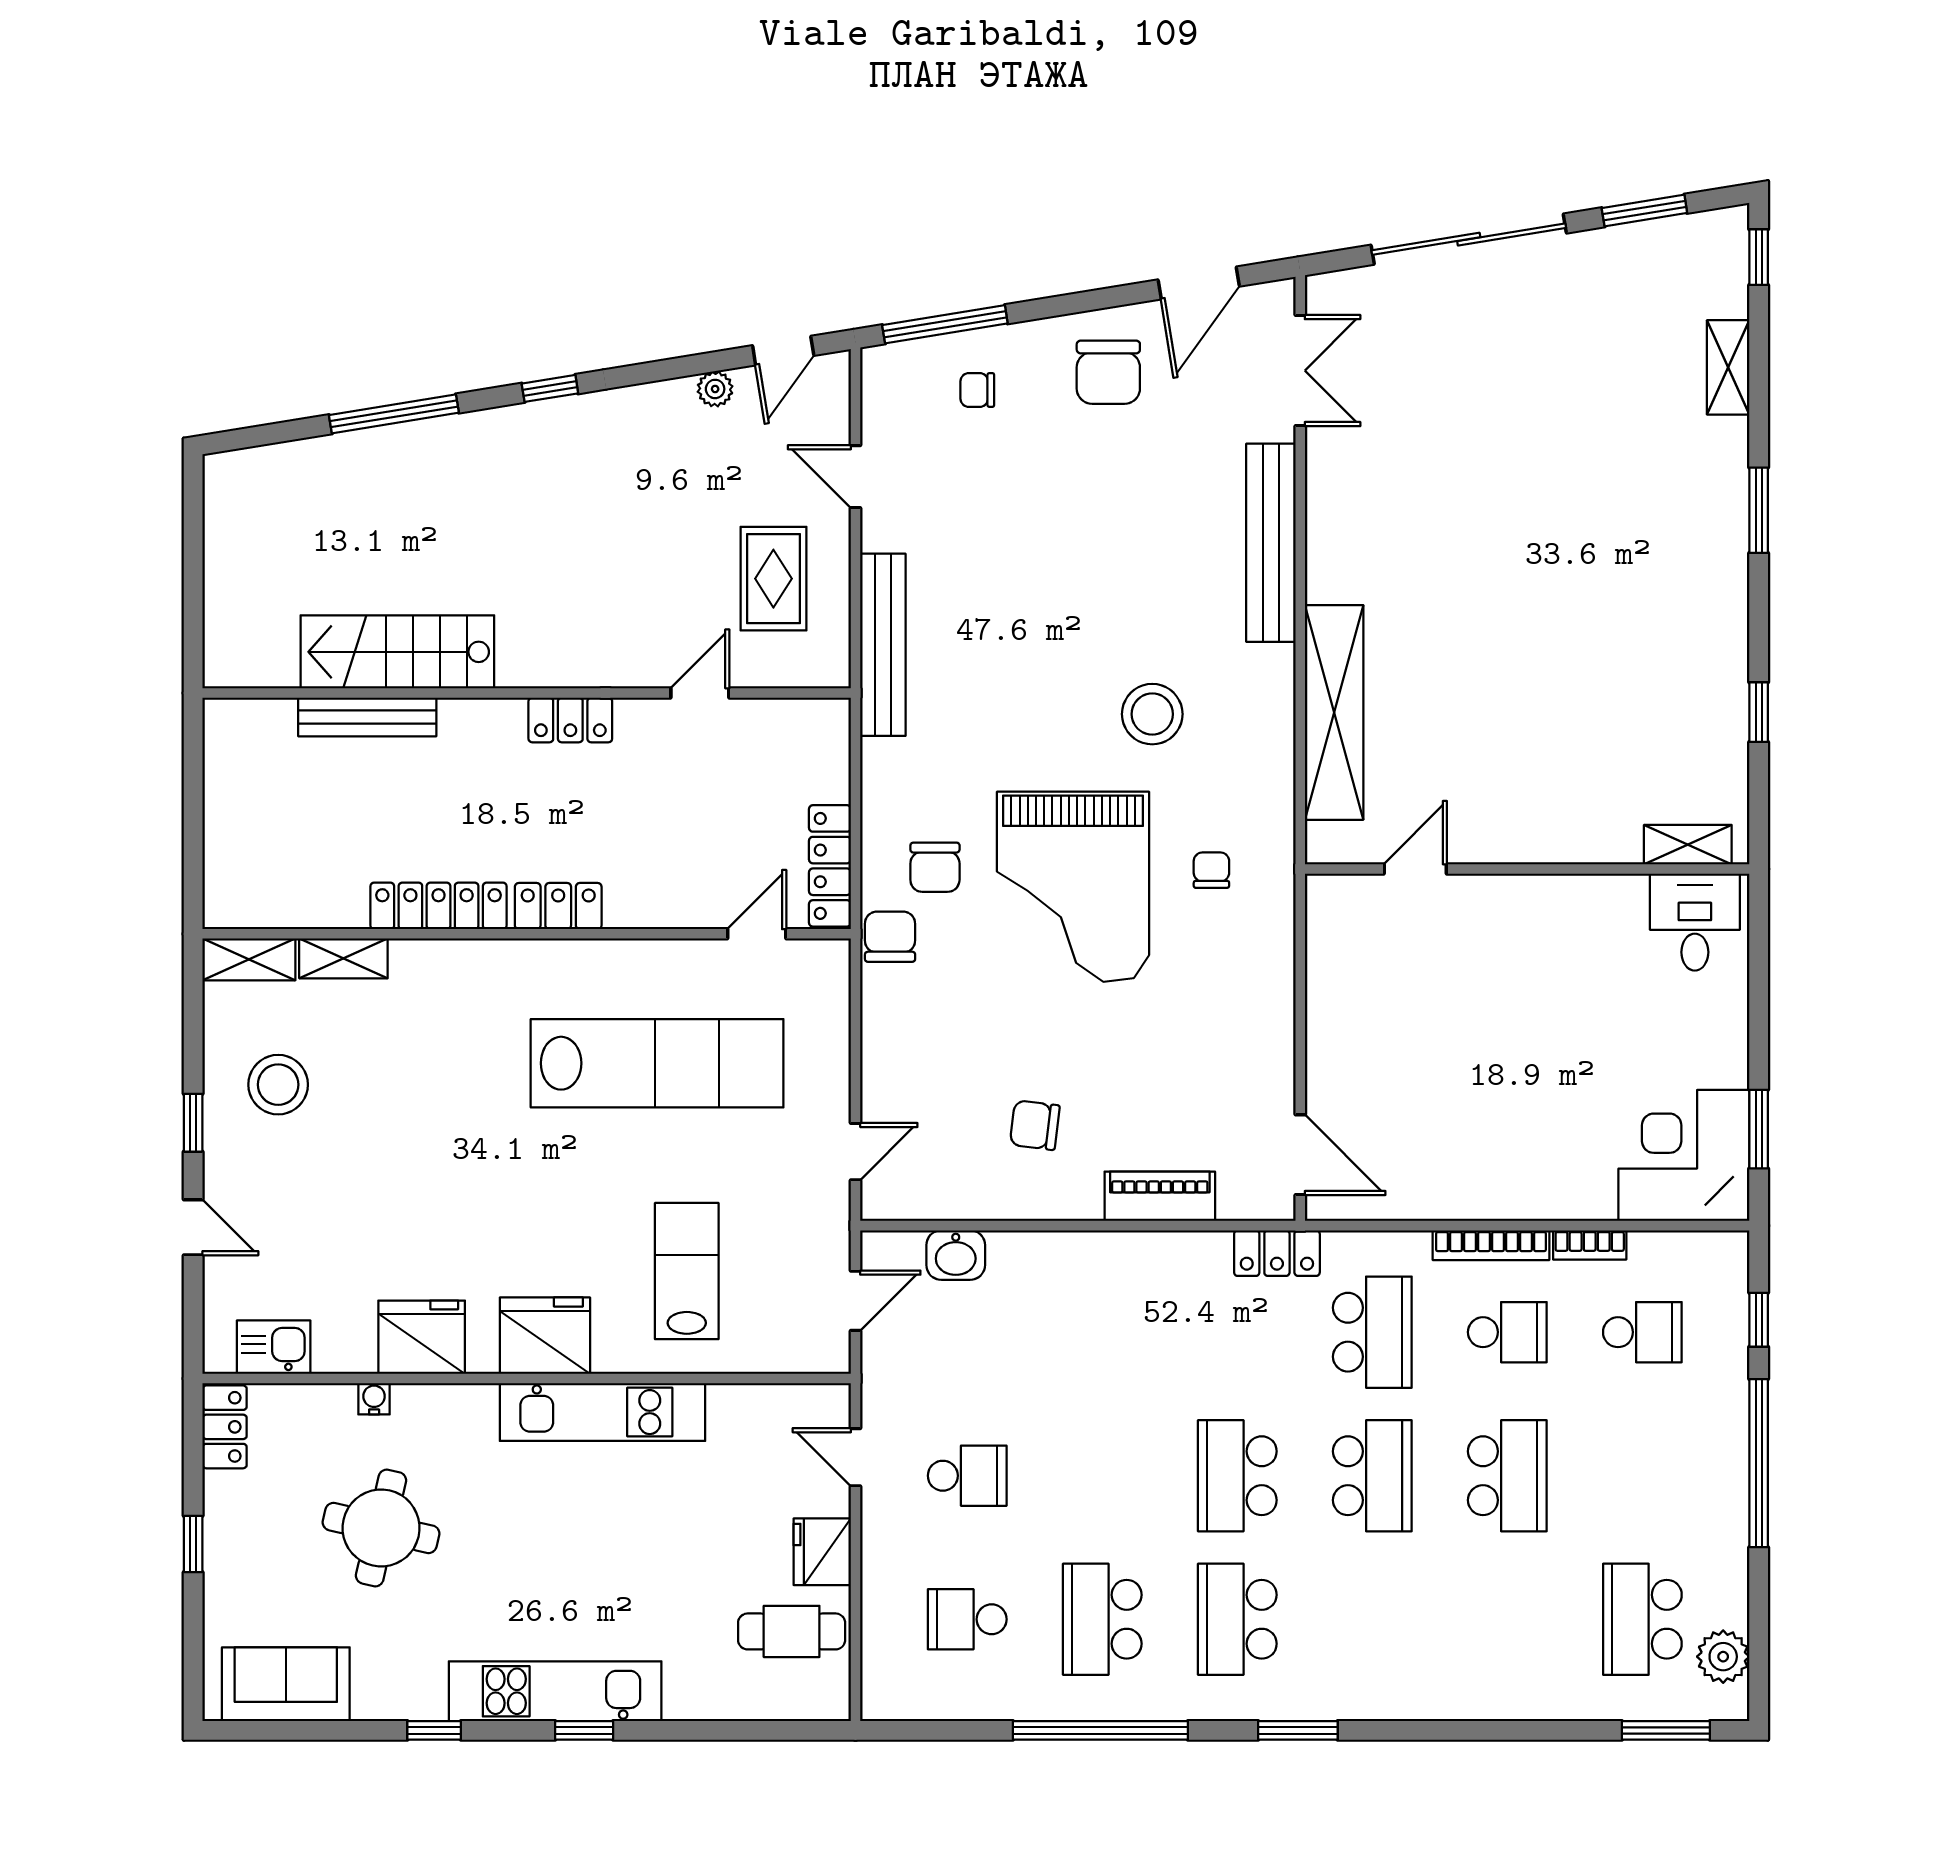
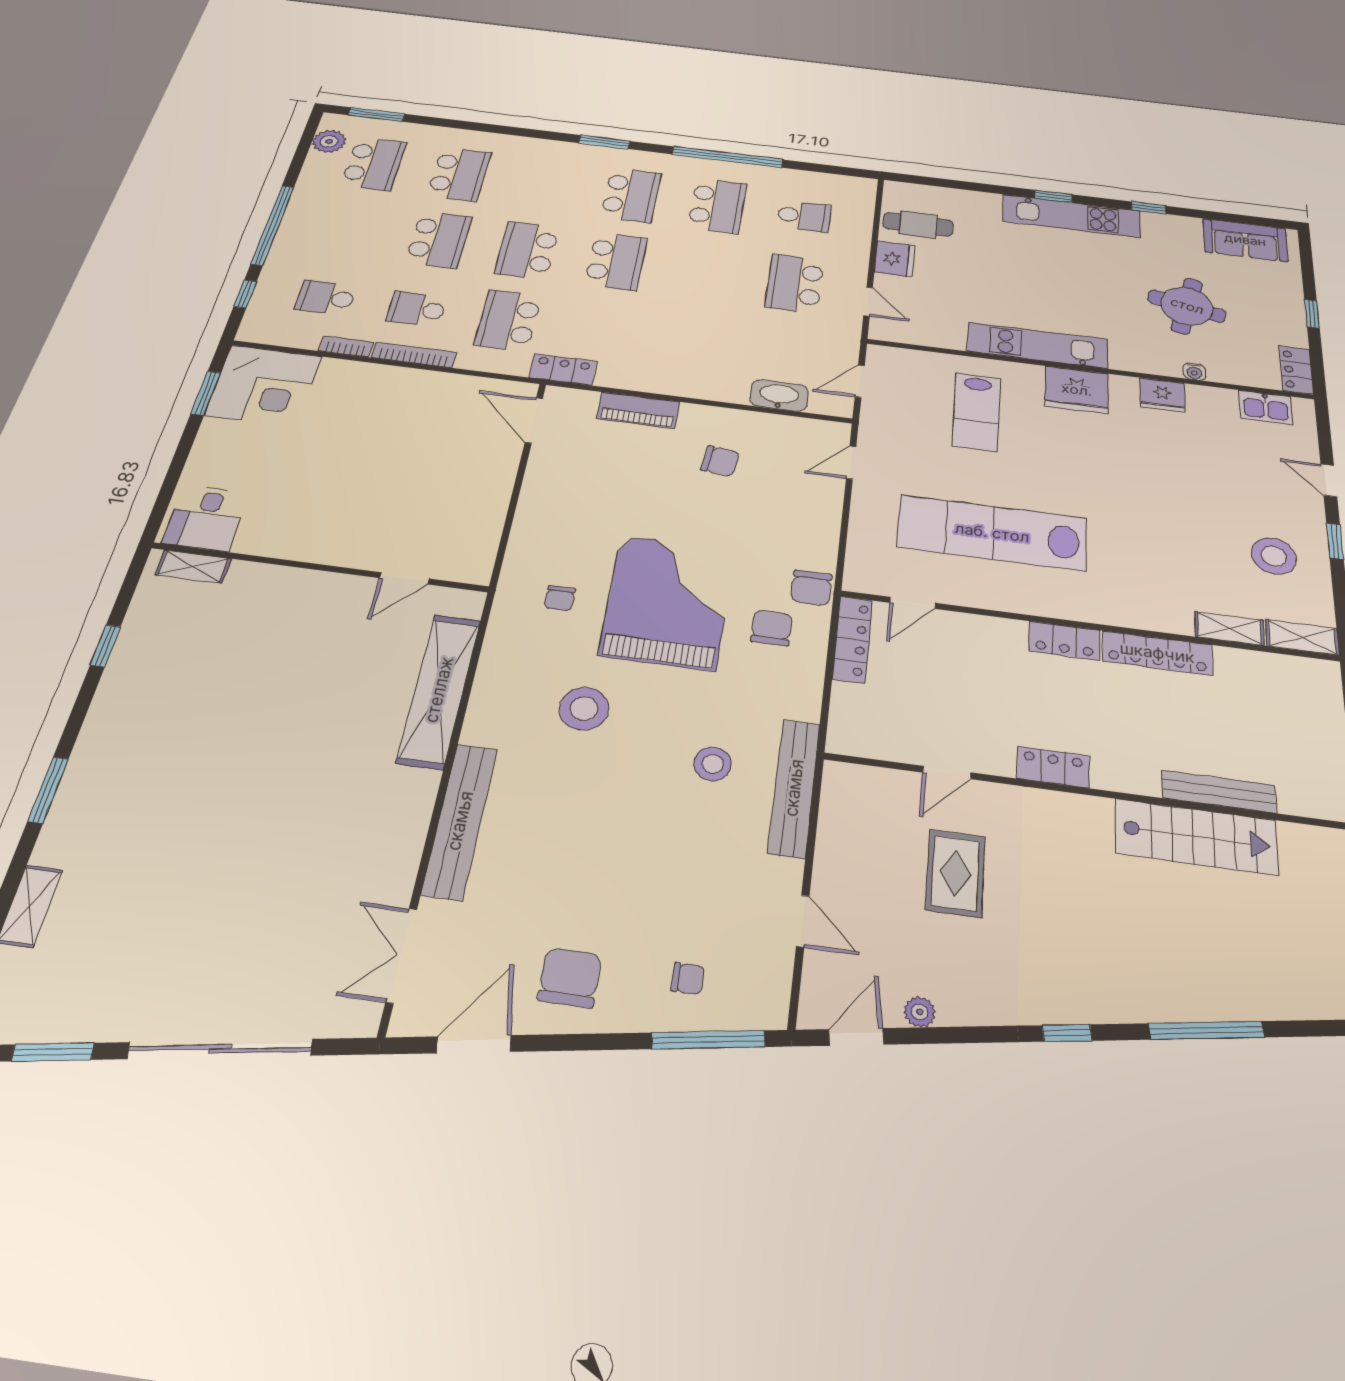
rug: (773, 579) -> (955, 873), moved
stool: (985, 662) -> (713, 764), added
washbasin: (956, 1255) -> (779, 396), width x1.38
fridge: (422, 1337) -> (1162, 395), width x0.73, depth x0.75
school desk: (967, 1476) -> (795, 283), width x1.85
school desk: (1507, 1476) -> (439, 239), turned 180
school desk: (1507, 1619) -> (459, 174), added

